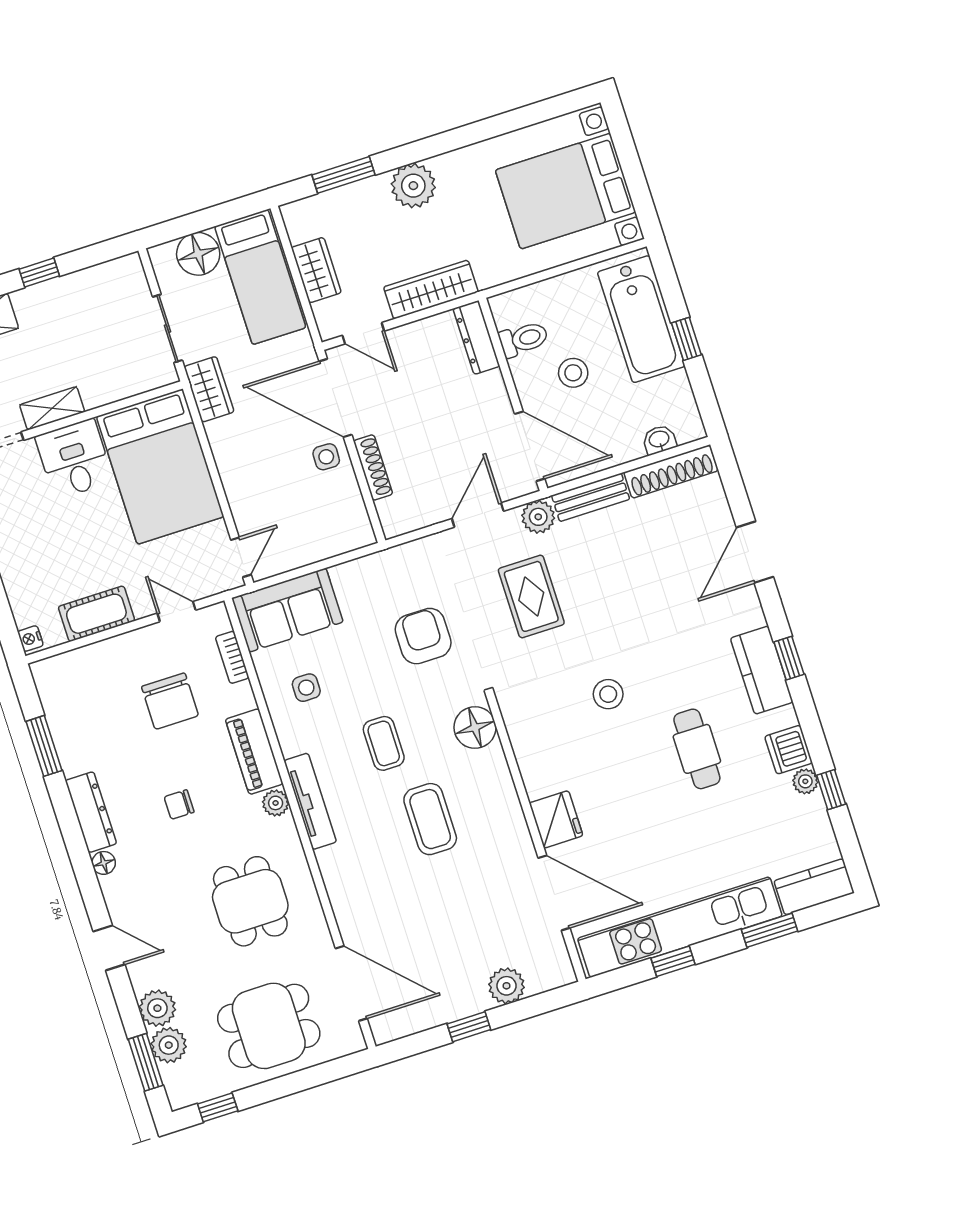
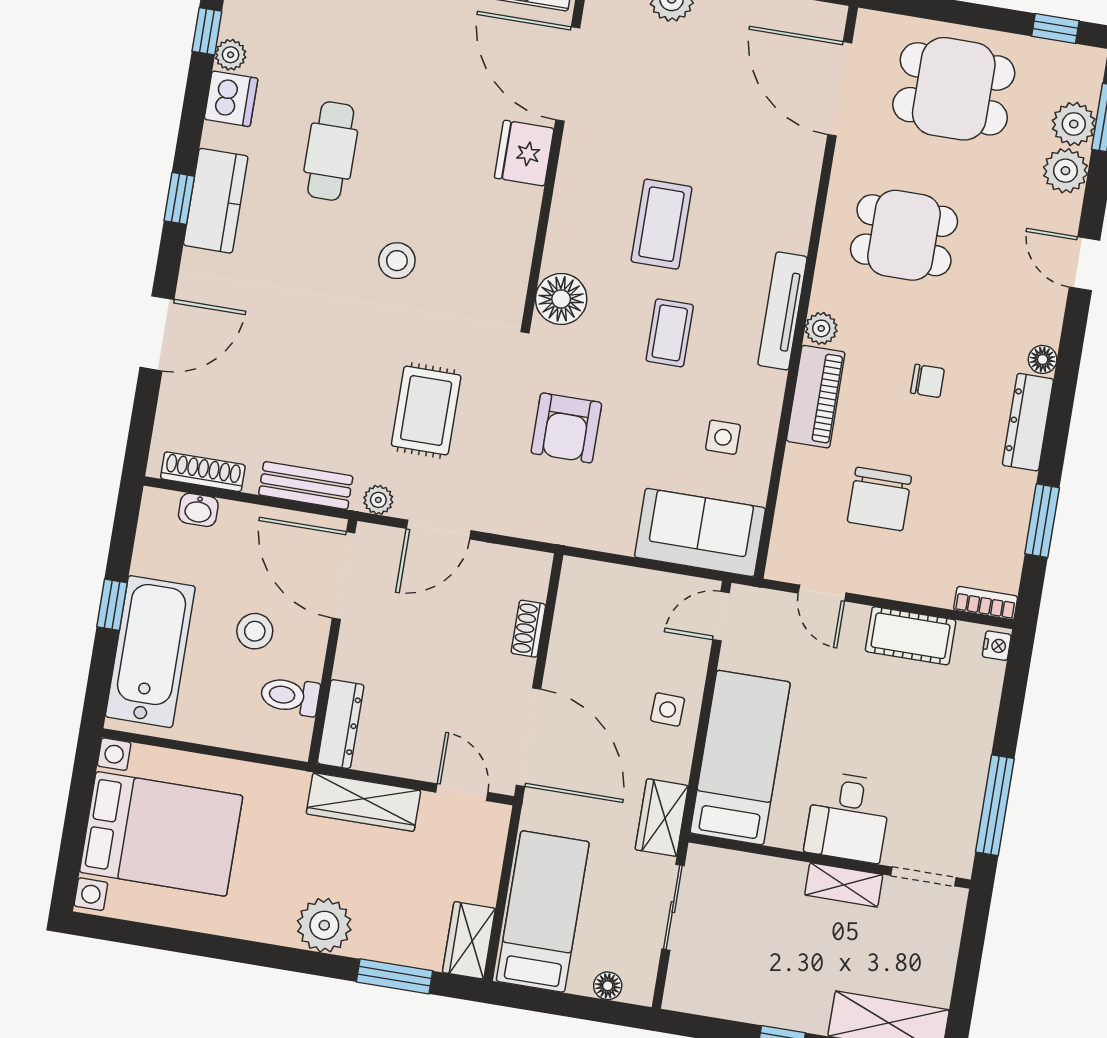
floor lamp: (198, 254) -> (608, 986), width x0.53, depth x0.53
wardrobe: (316, 270) -> (469, 940), moved
side table: (326, 457) -> (668, 709), moved
bed: (160, 467) -> (740, 758), width x0.67
shoe rack: (373, 467) -> (528, 629), width x0.70
shoe rack: (671, 472) -> (203, 472), width x0.74, depth x0.81
plant: (538, 517) -> (378, 500), width x0.73, depth x0.73
bookcase: (232, 657) -> (986, 603), moved, turned -90
chair: (170, 701) -> (879, 499), turned 180
dining table: (250, 901) -> (904, 235), turned 90

